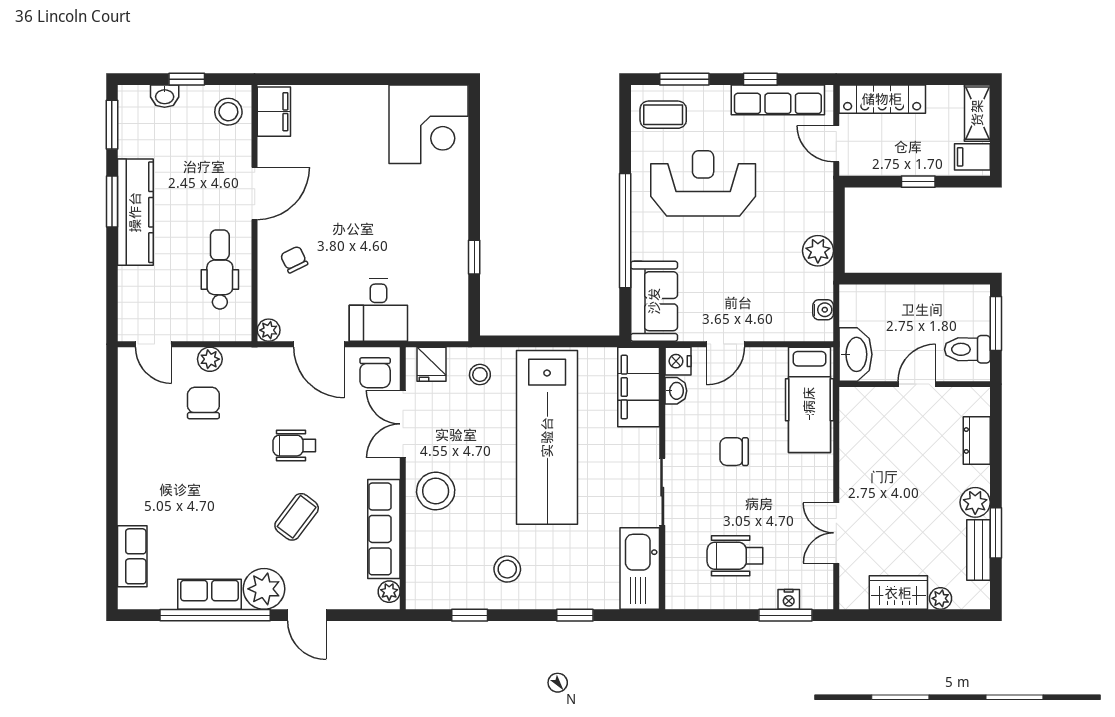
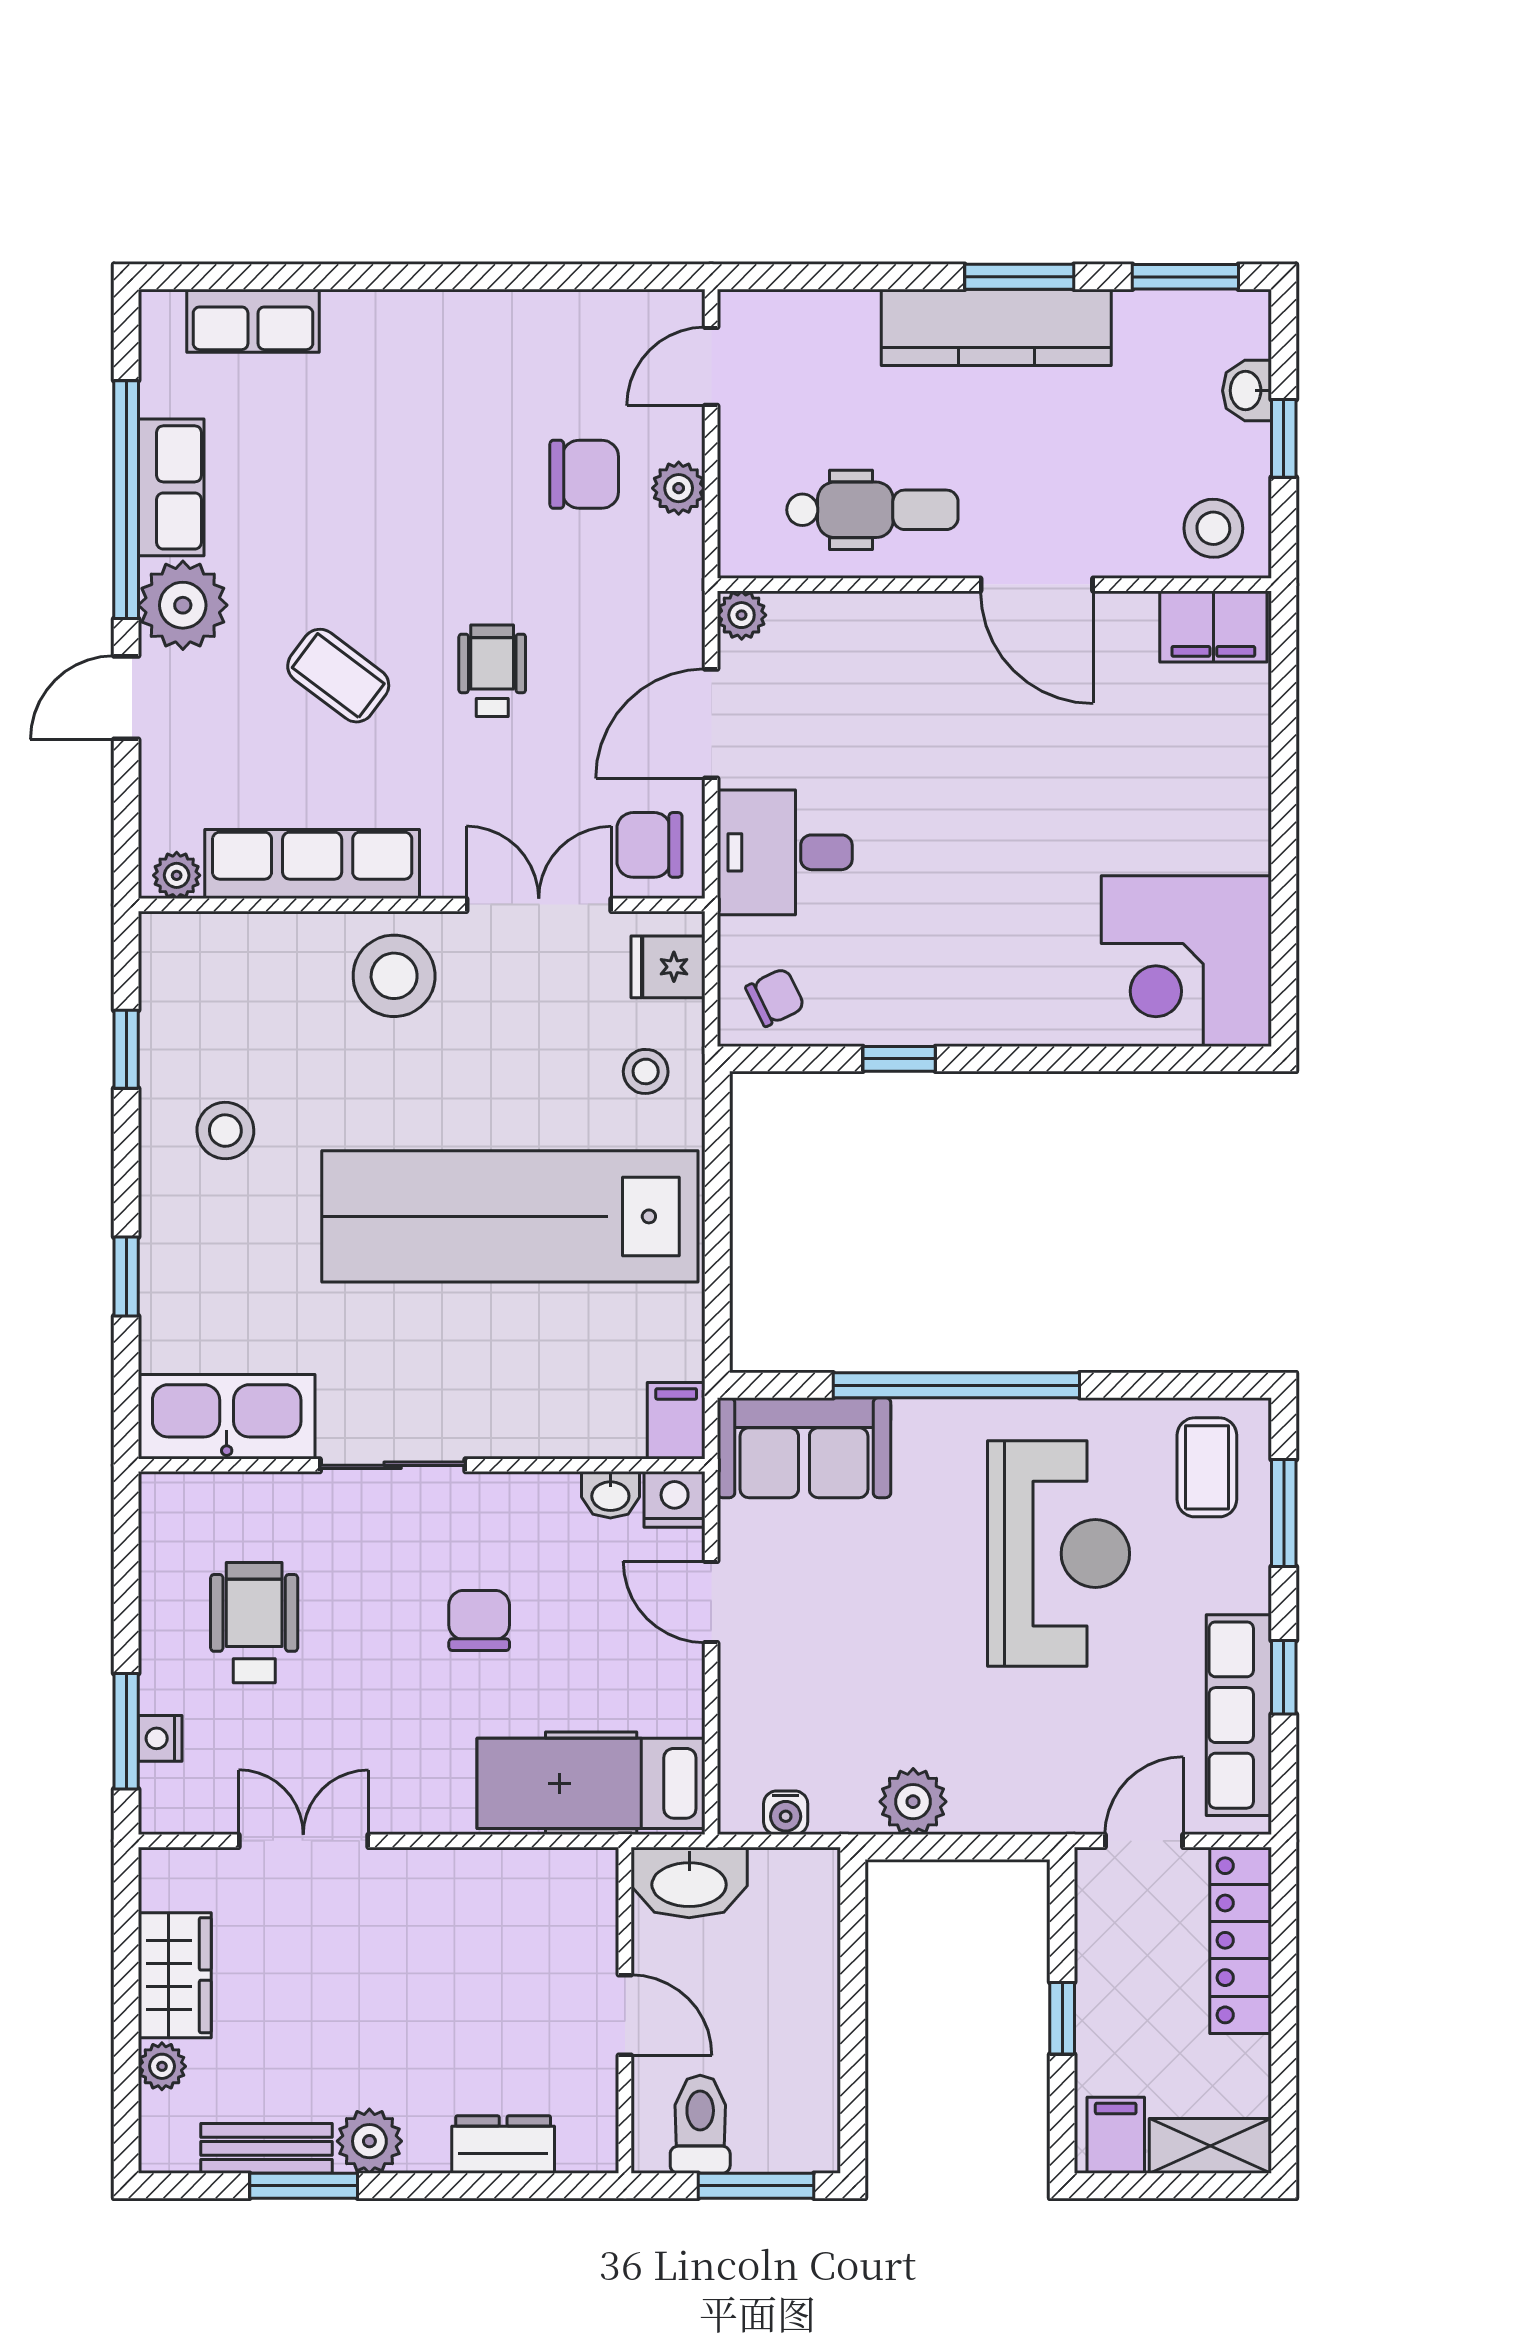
chair: (294, 259) -> (775, 997), moved
filing cabinet: (639, 387) -> (676, 1421), width x0.33, depth x0.86

